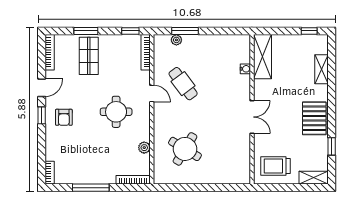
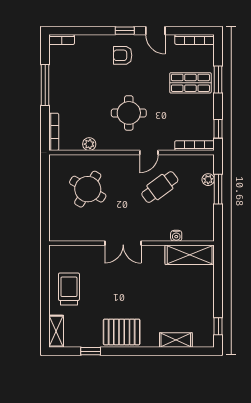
shelving: (262, 57) -> (190, 255), moved
water cooler: (245, 69) -> (176, 236), moved
wall: (252, 109) -> (132, 243), moved
double door: (252, 117) -> (123, 243), moved

